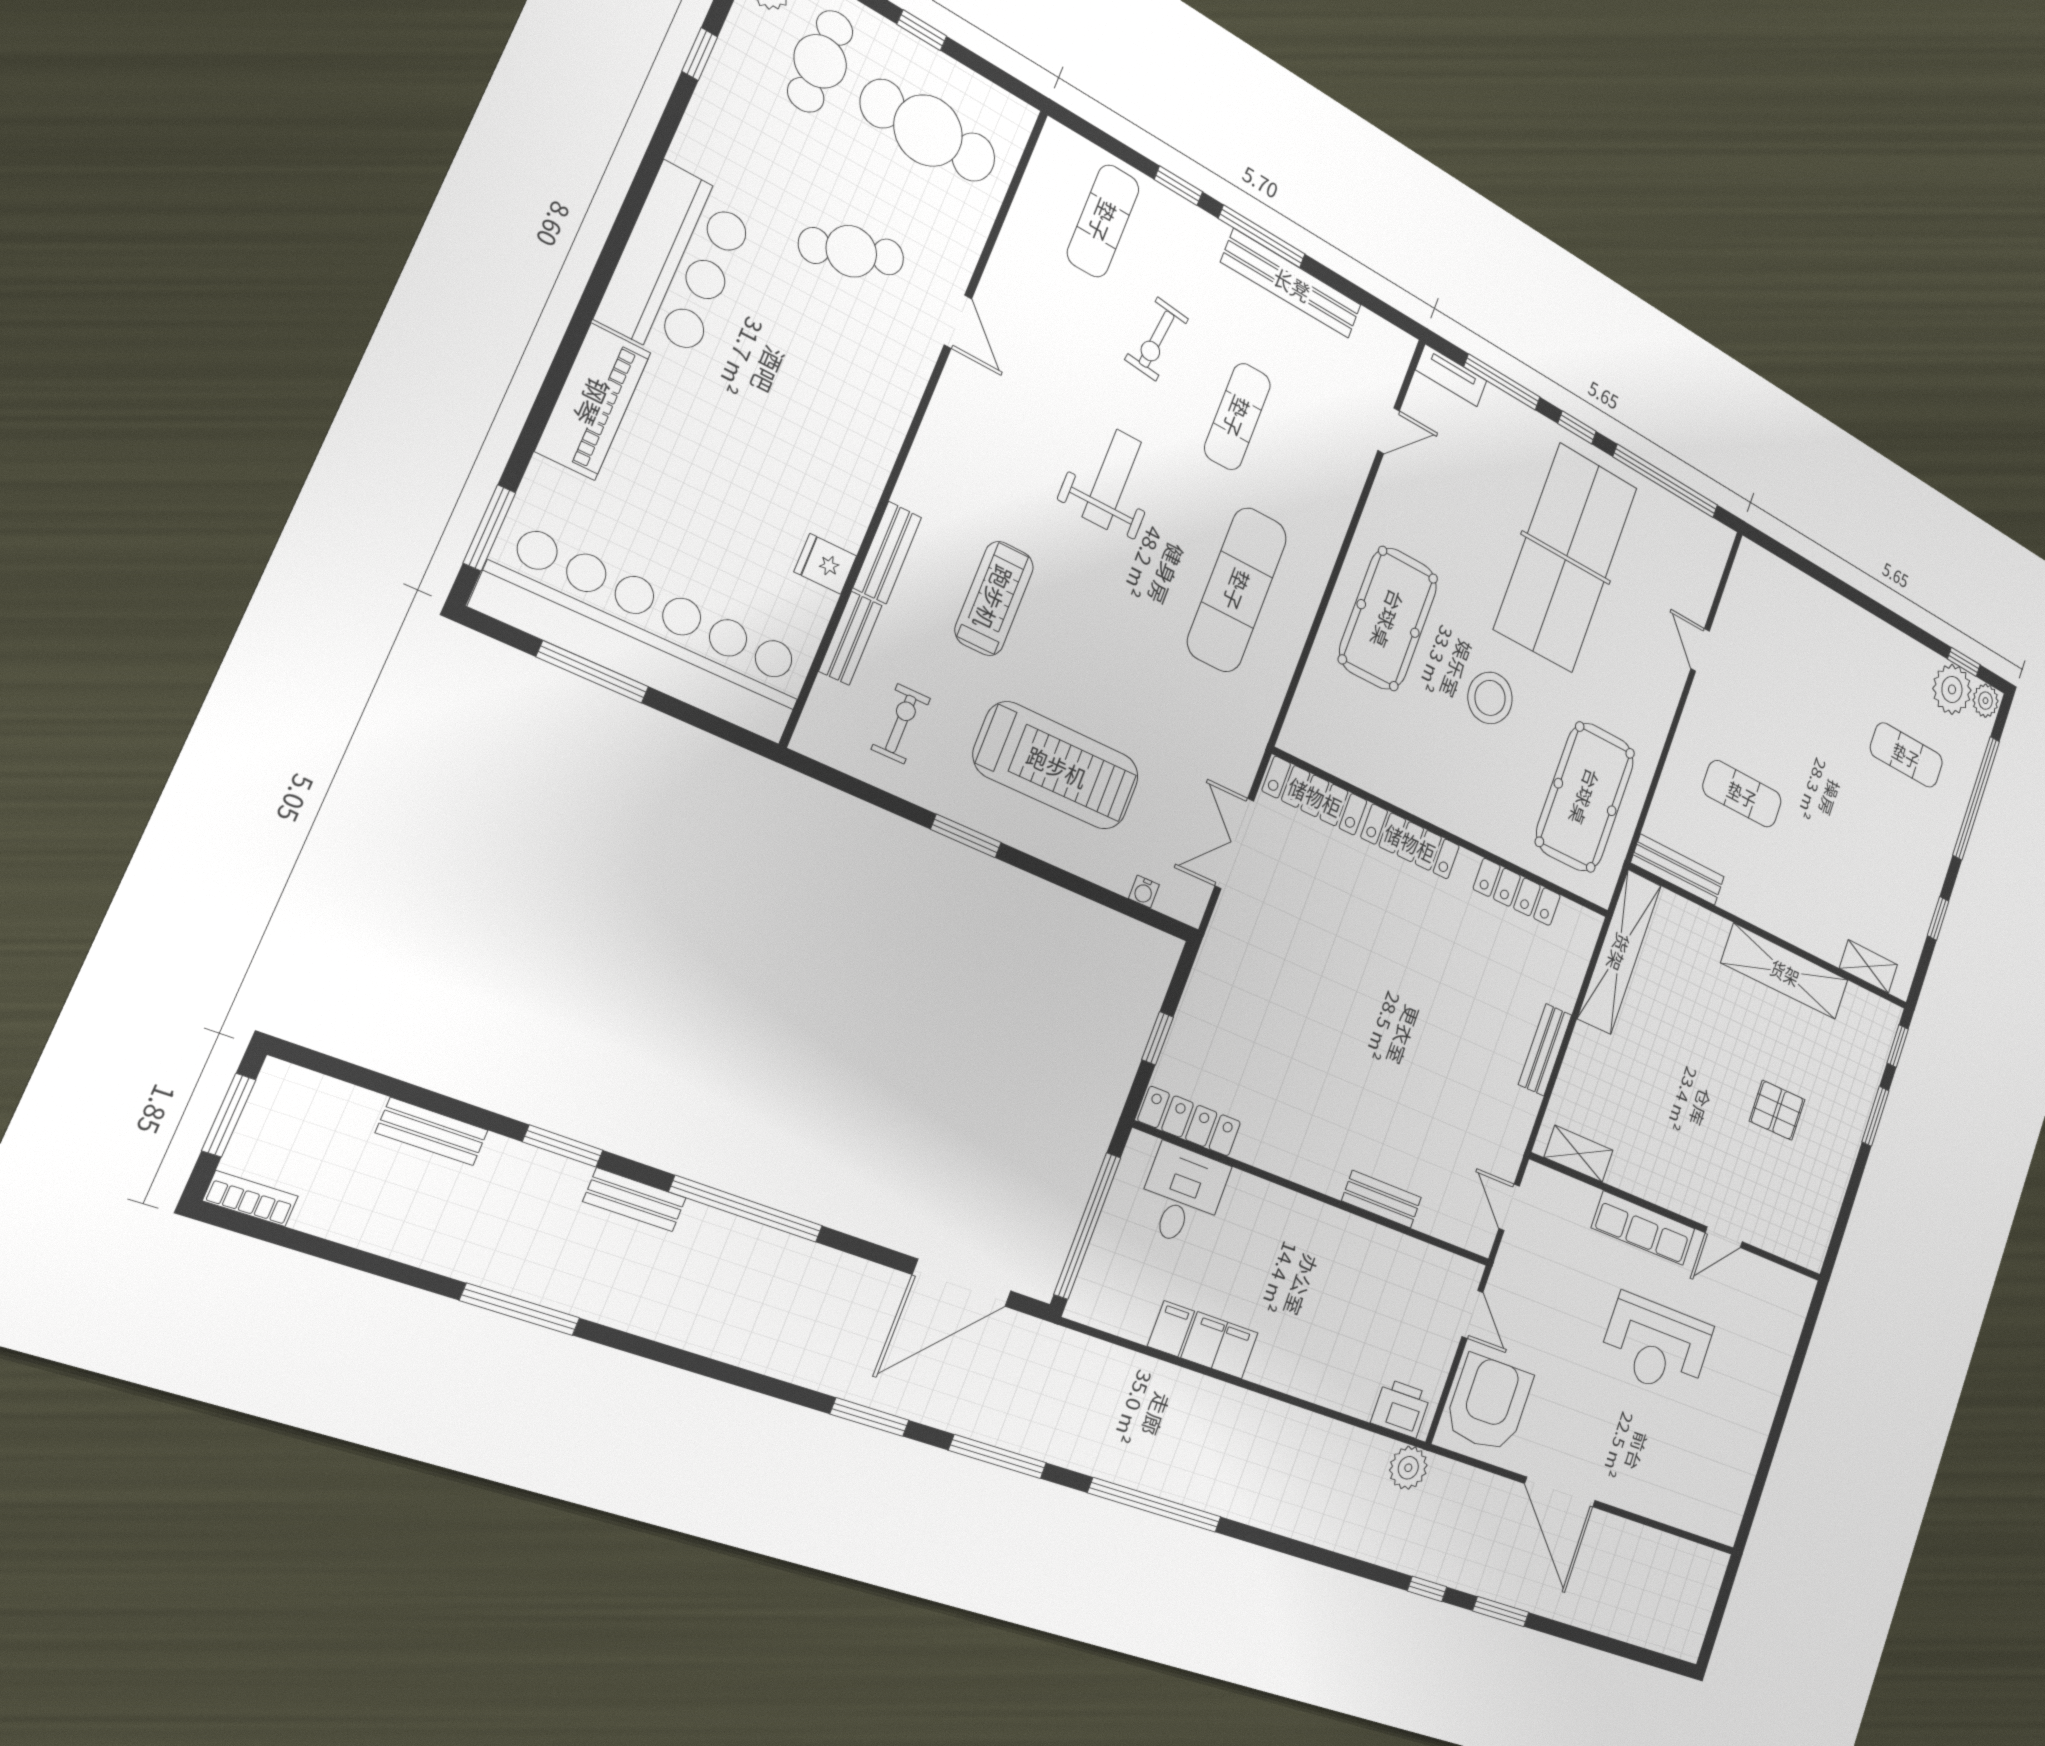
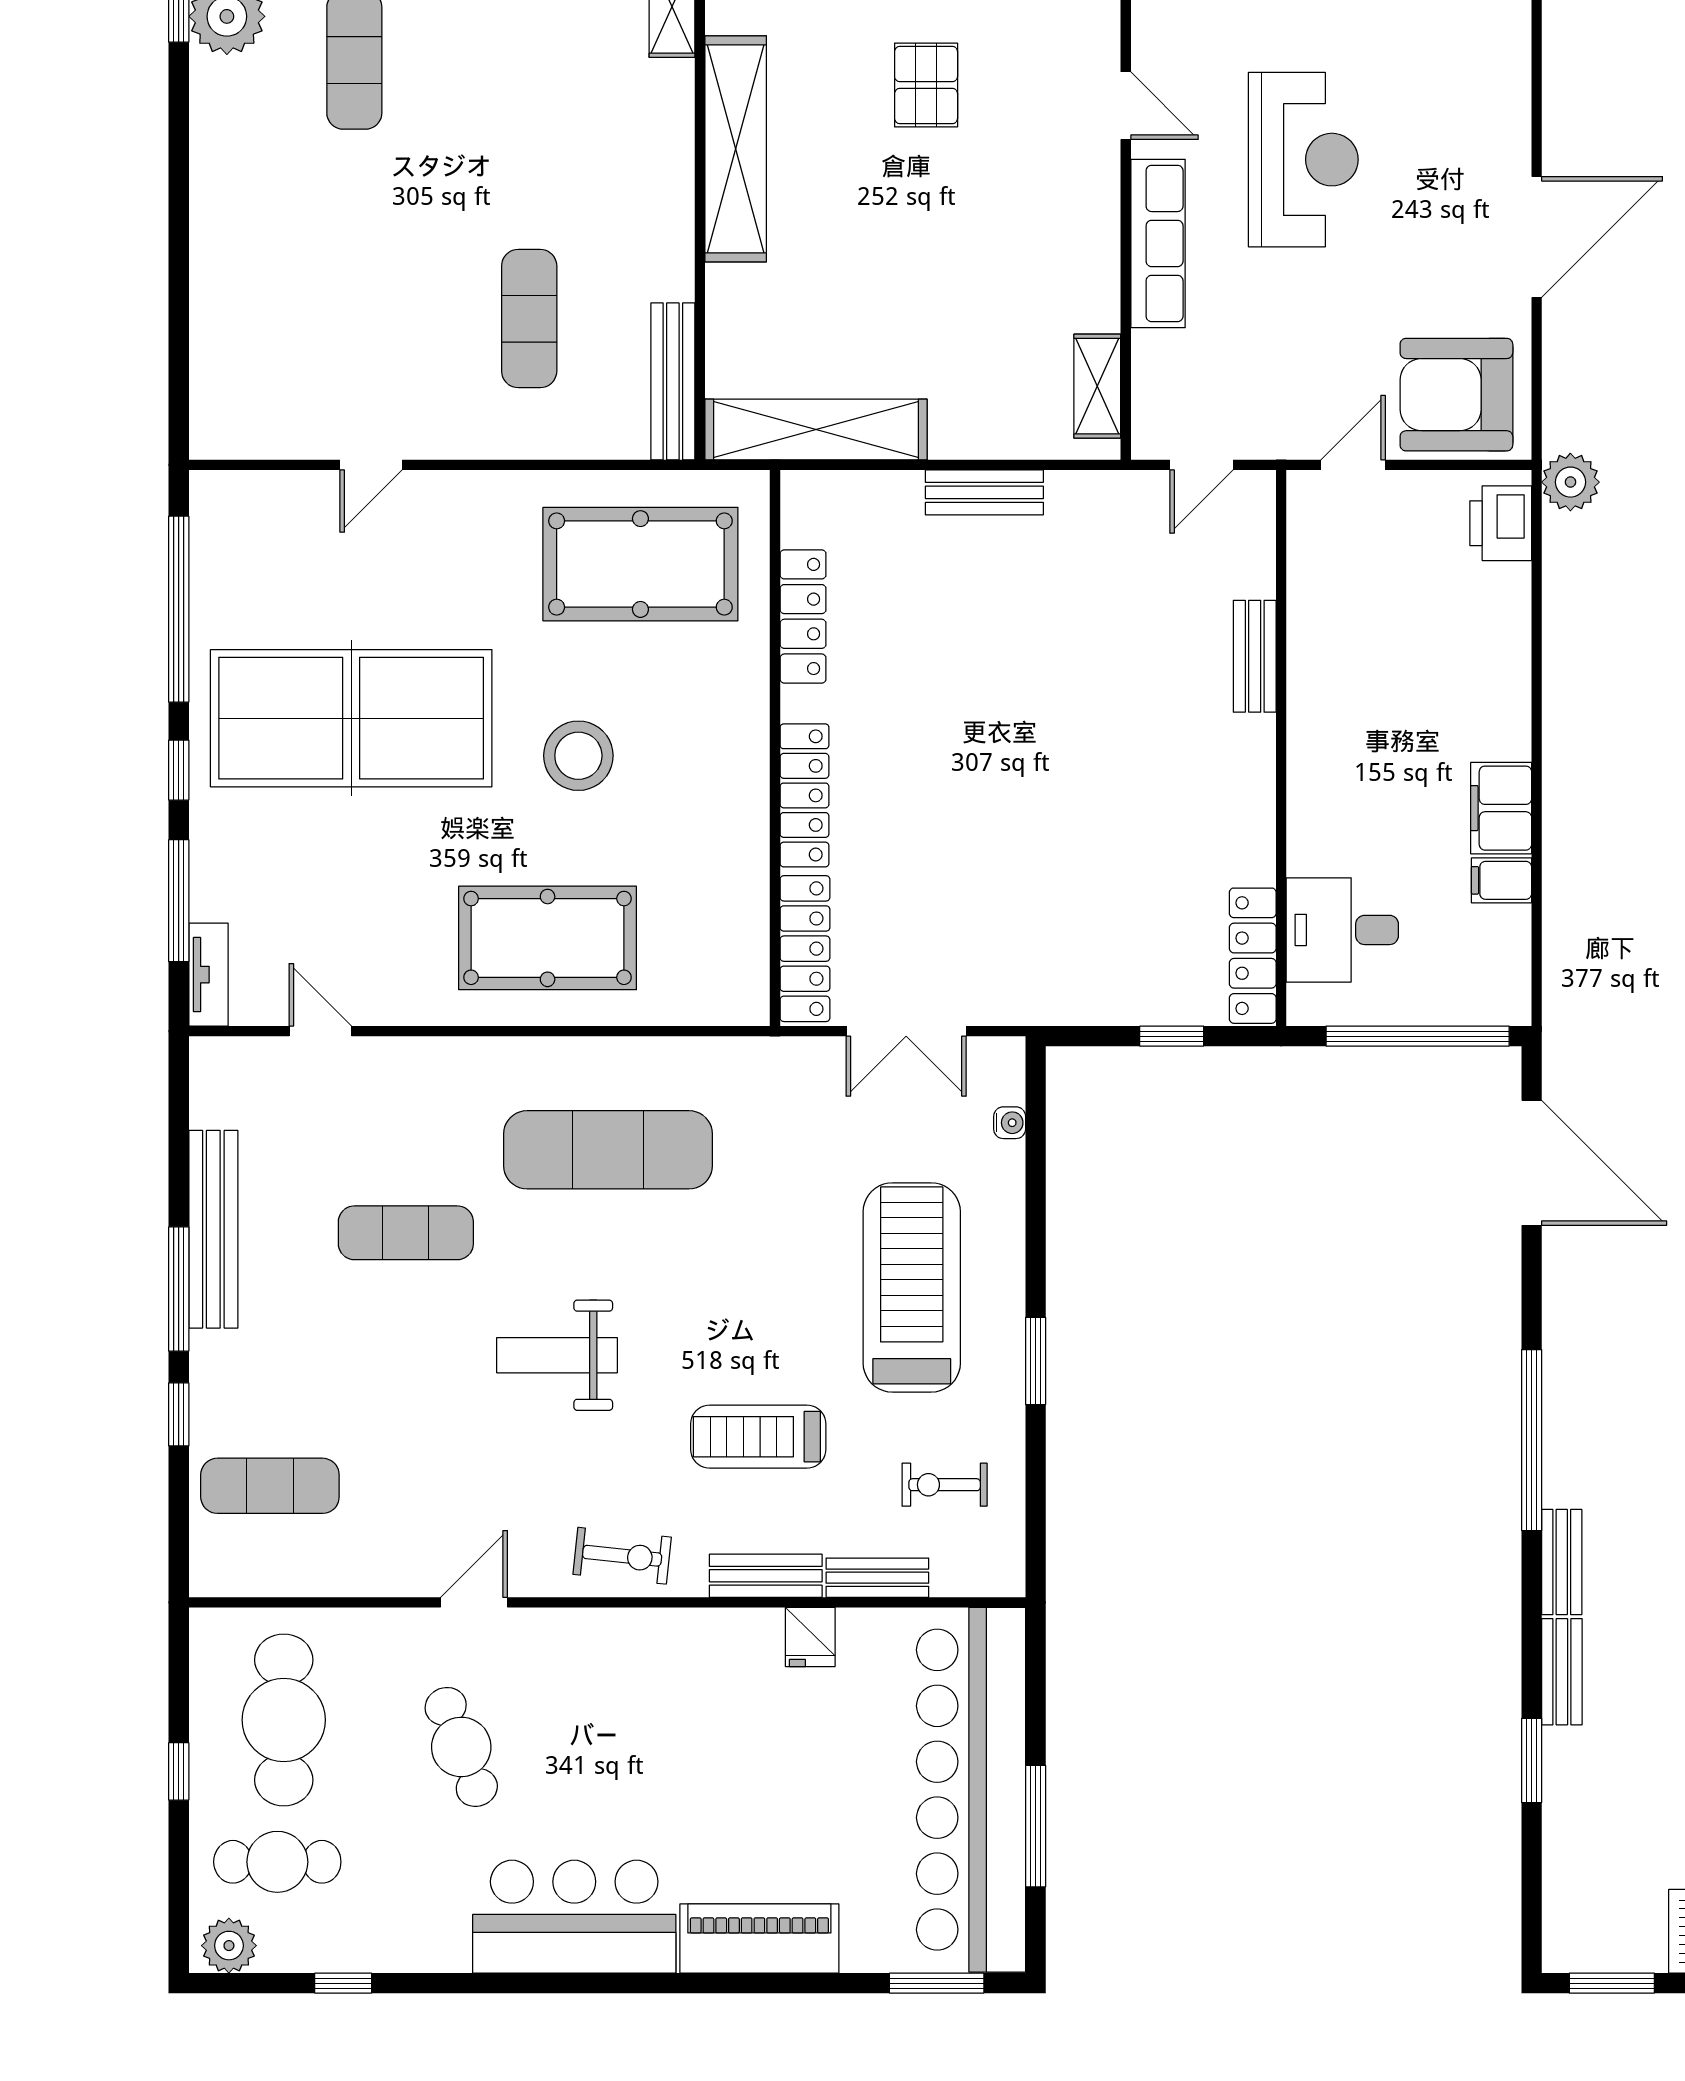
exercise bike: (1157, 339) -> (622, 1556), moved
bench: (432, 1132) -> (1562, 1672), moved
window: (563, 1146) -> (1532, 1761), moved

